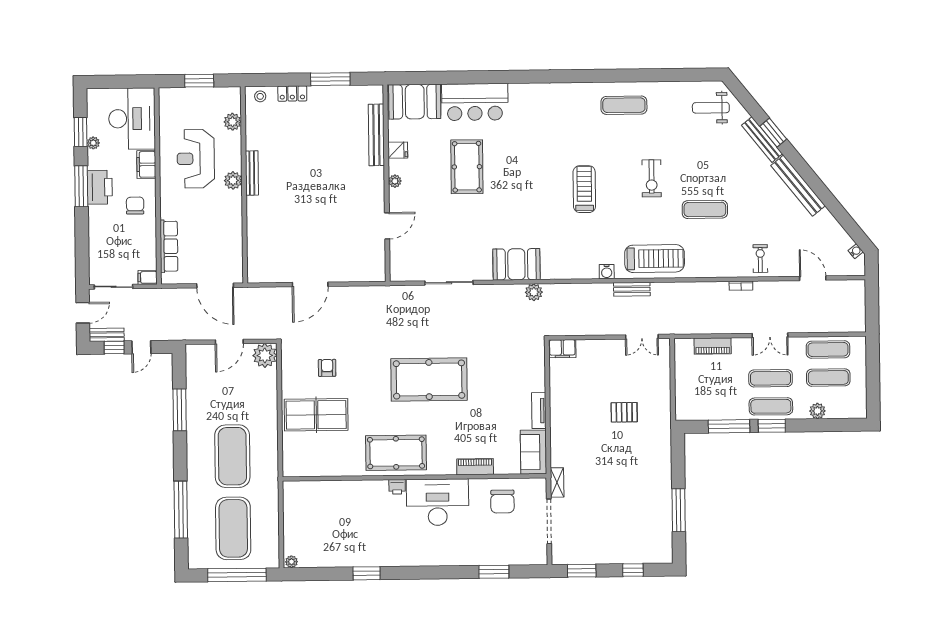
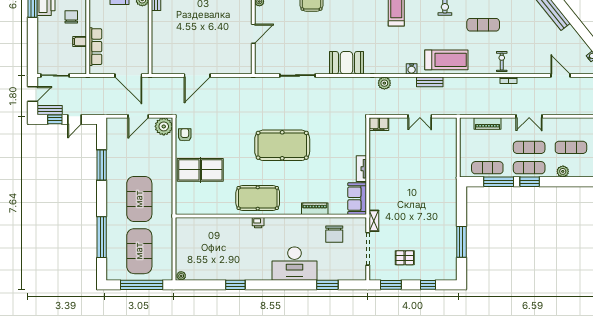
exercise bike: (760, 258) -> (502, 62), moved
filing cabinet: (148, 277) -> (80, 42), moved
plant: (534, 292) -> (384, 83), moved
double door: (642, 337) -> (420, 116), moved
exercise mat: (828, 349) -> (487, 168), moved
armchair: (327, 368) -> (185, 135), moved
pallet: (624, 412) -> (405, 258), moved
desk: (438, 502) -> (294, 264), moved, turned 180

